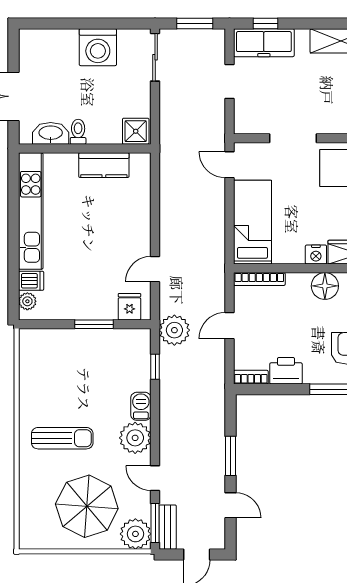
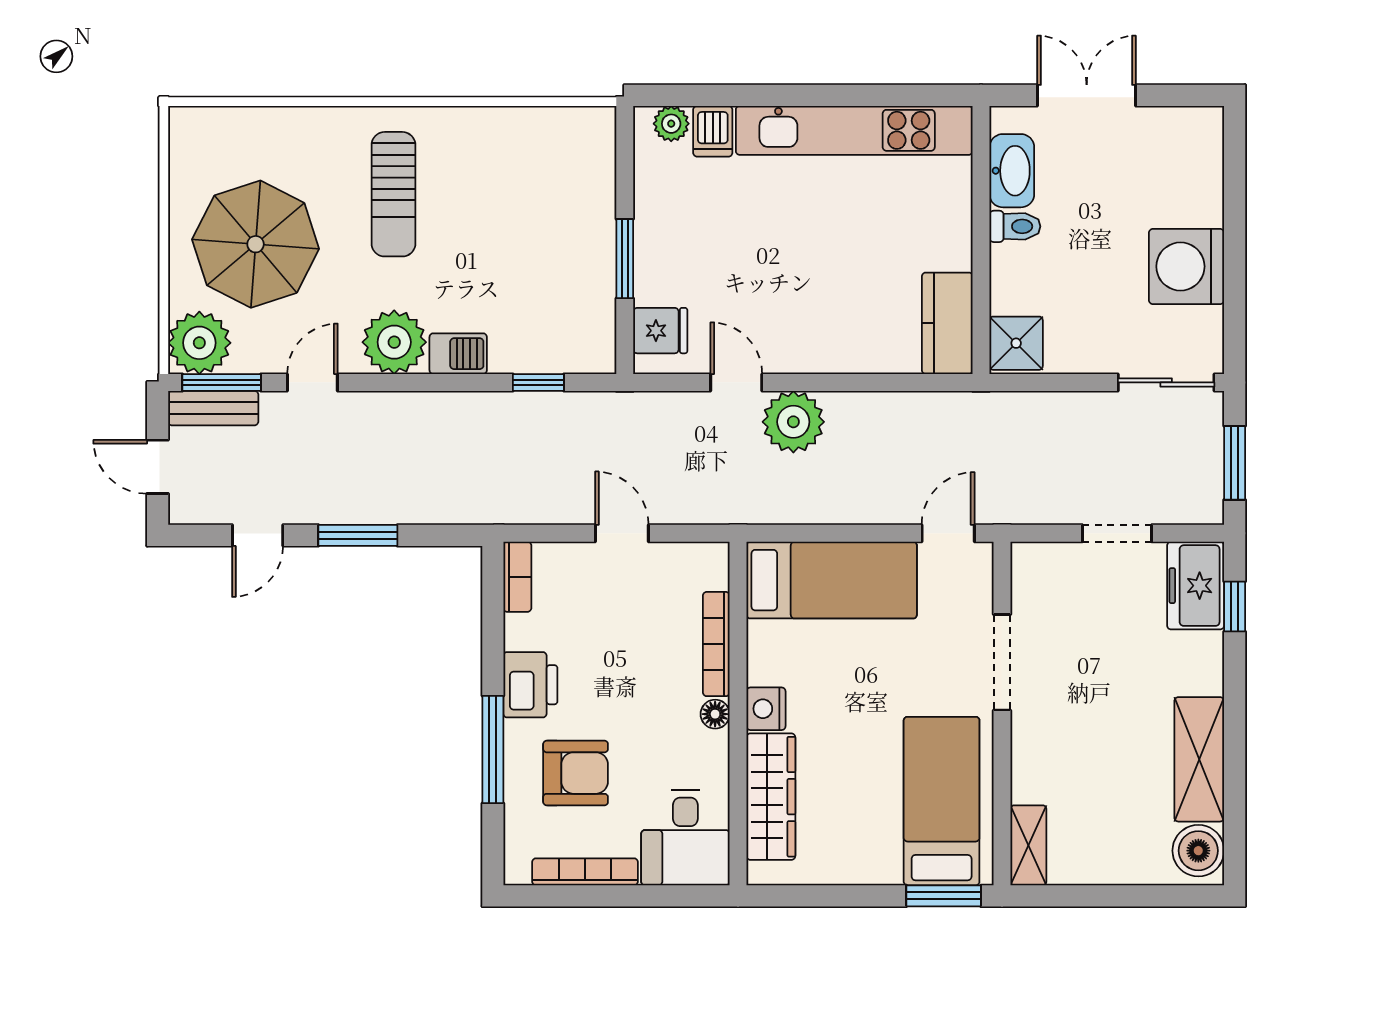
freezer: (264, 43) -> (1196, 586), width x0.71
kitchen counter: (104, 165) -> (947, 323), moved
bookcase: (259, 279) -> (716, 644), moved
floor lamp: (325, 286) -> (715, 714), width x0.53, depth x0.53
plant: (174, 330) -> (793, 422), moved
printer: (286, 371) -> (530, 685), moved

